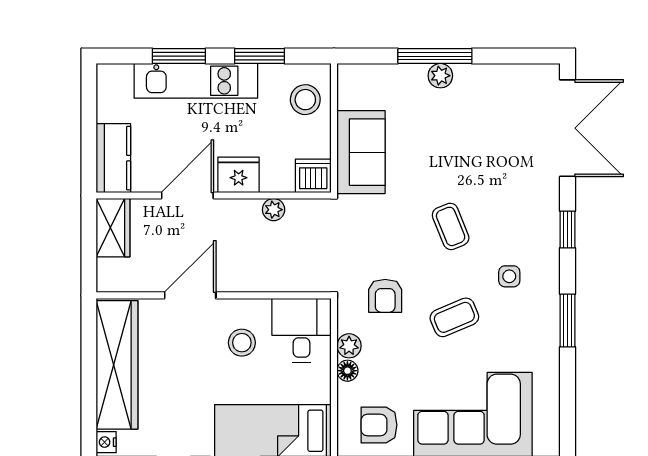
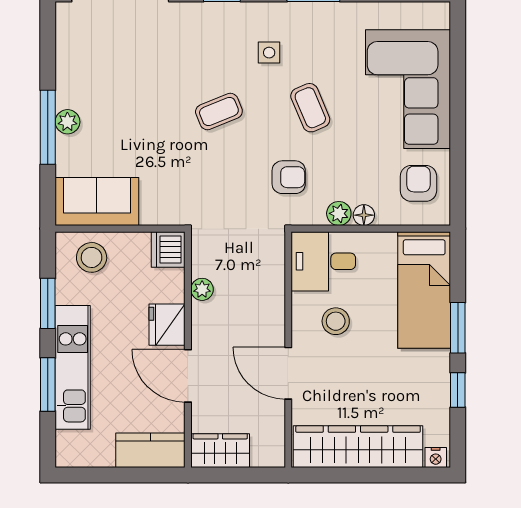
sofa: (361, 152) -> (97, 201), moved
armchair: (379, 425) -> (418, 183), turned 180

